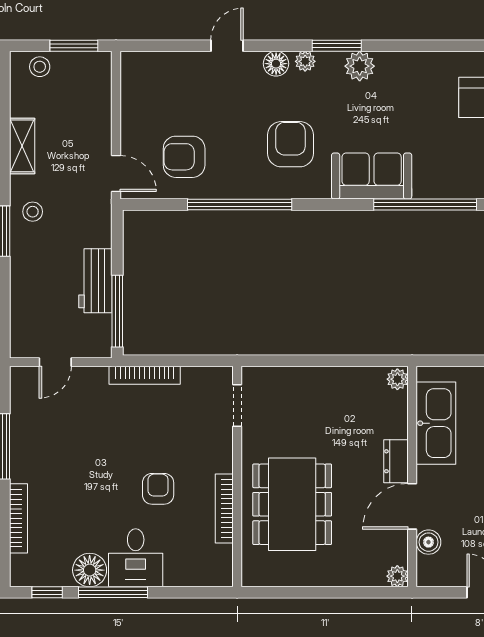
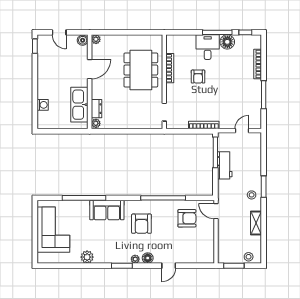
plant: (360, 66) -> (87, 257), moved
dresser: (396, 461) -> (96, 109), moved
boiler: (428, 542) -> (83, 40), moved

